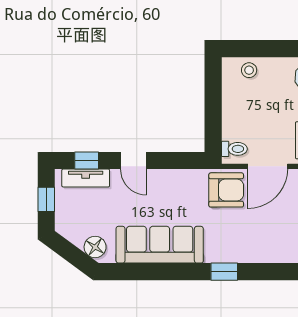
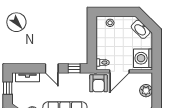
window: (87, 161) -> (74, 68), moved
armchair: (226, 190) -> (98, 83), turned 90

